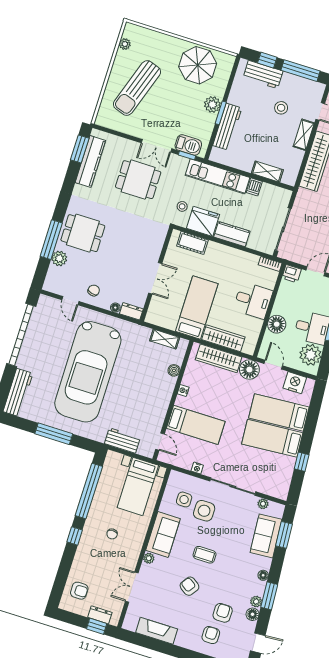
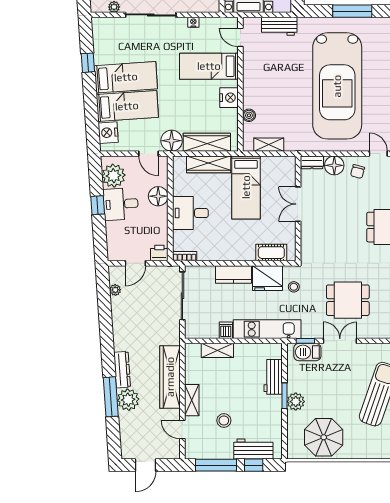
workbench: (227, 127) -> (273, 377), width x0.73
floor lamp: (115, 308) -> (334, 165), width x1.89, depth x1.89
car: (88, 372) -> (337, 86), turned 180
nightstand: (295, 383) -> (108, 133), moved, turned 86
nightstand: (183, 390) -> (229, 98), width x1.89, depth x1.79

